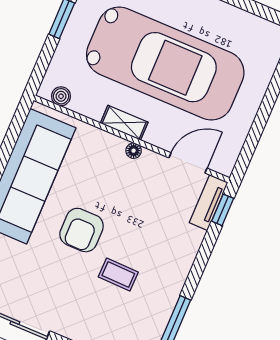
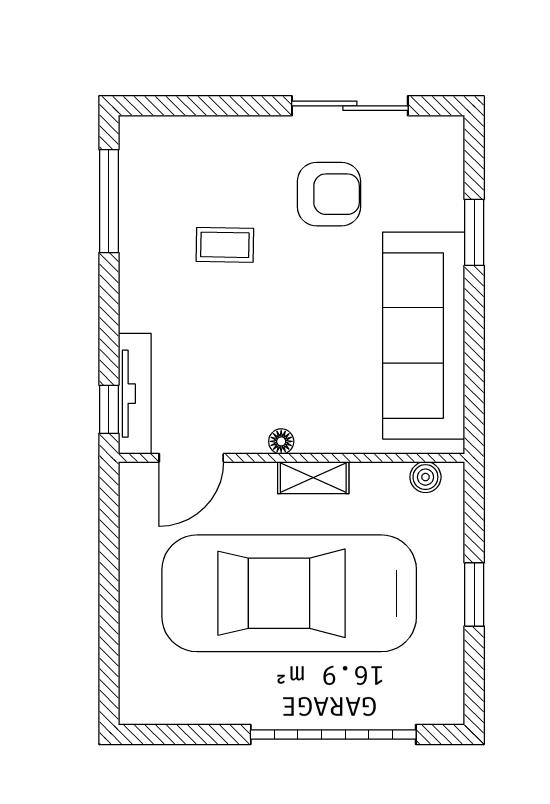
tv unit: (209, 203) -> (135, 394), width x1.41
armchair: (82, 230) -> (329, 194), moved, turned 90

